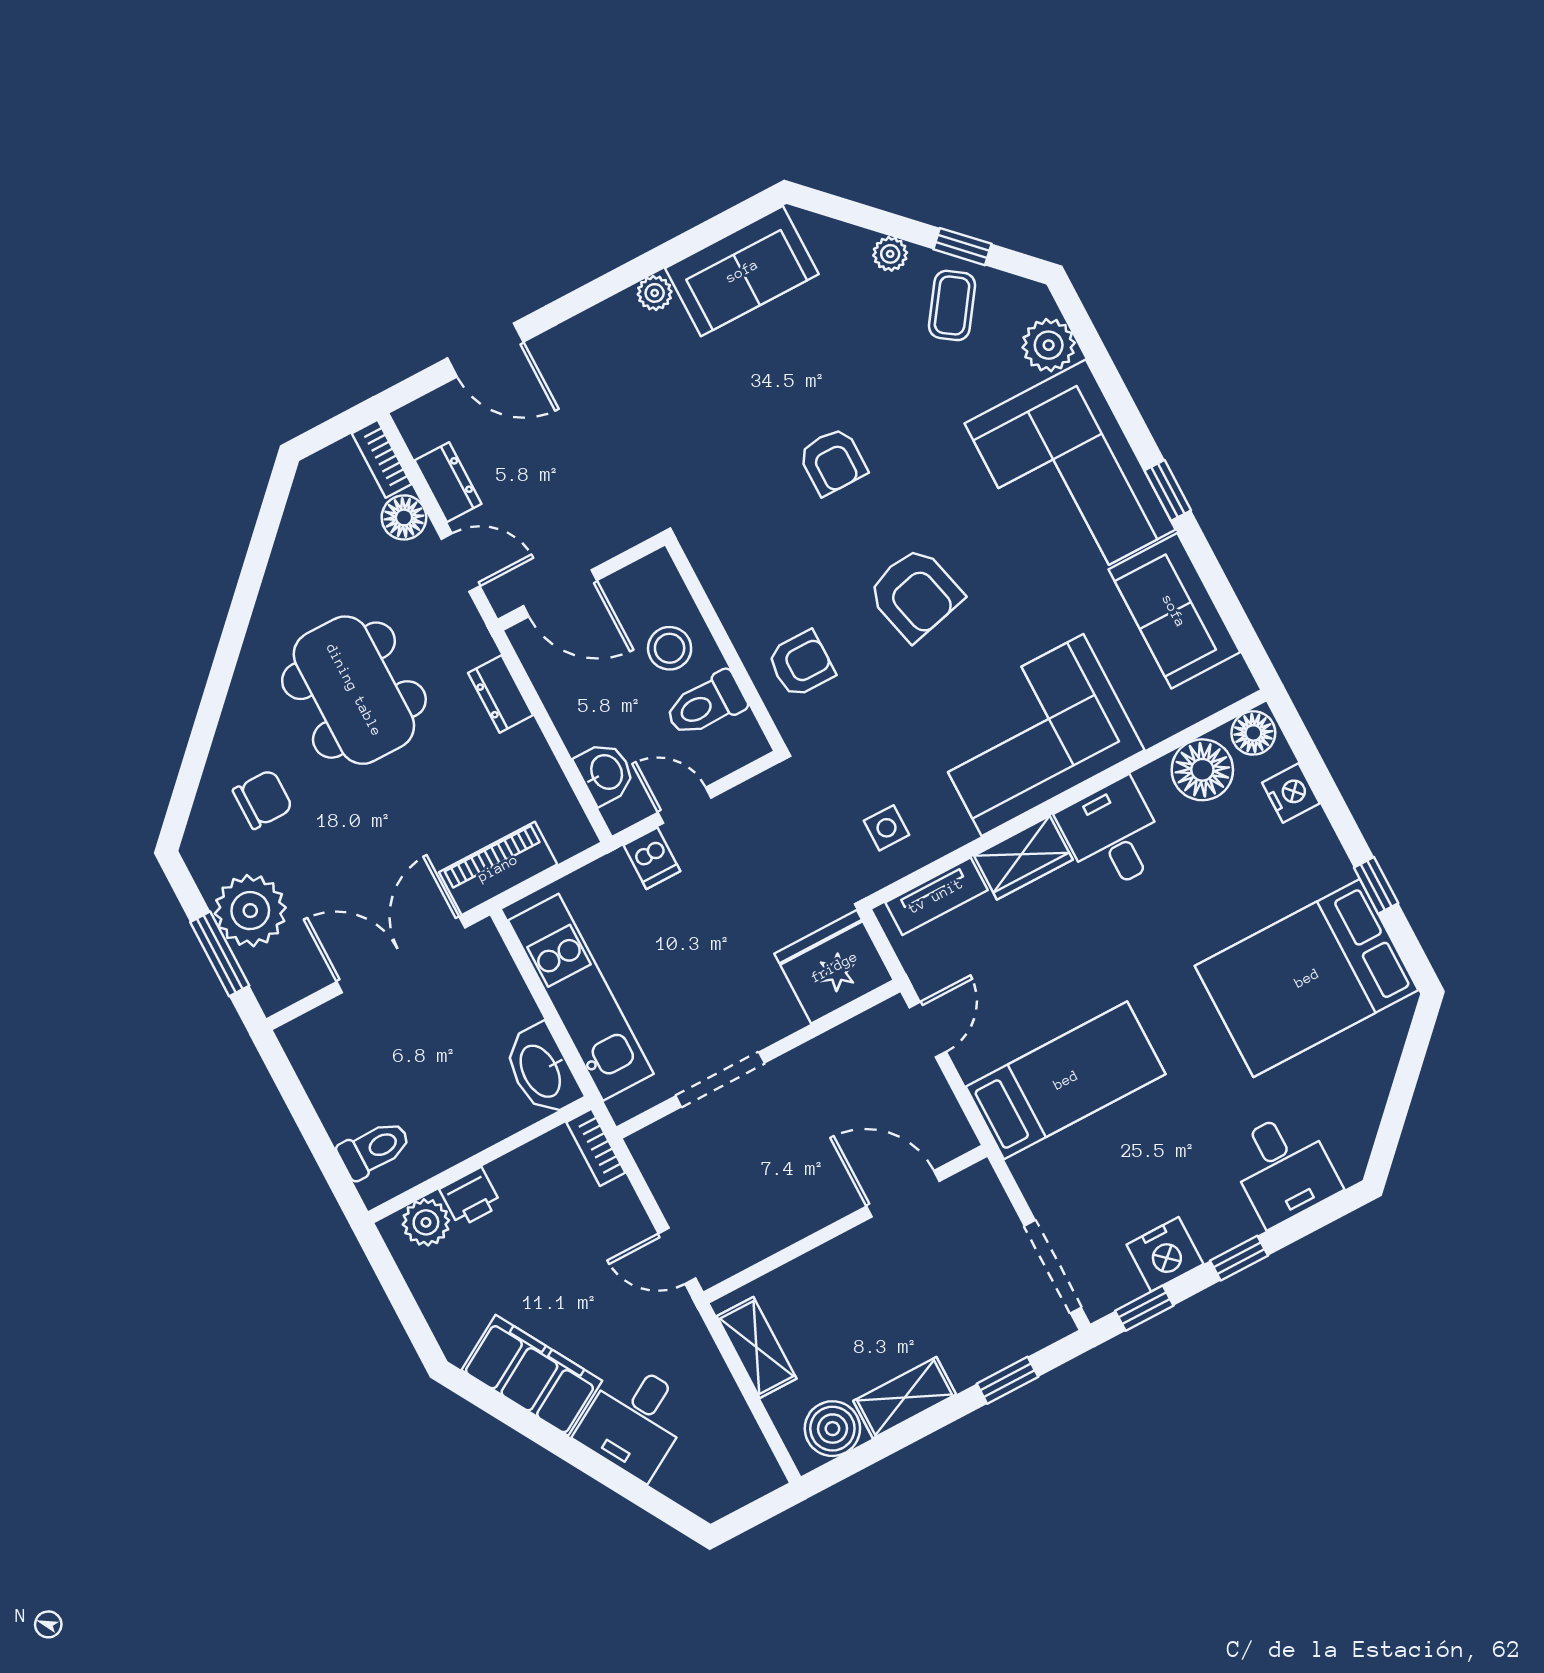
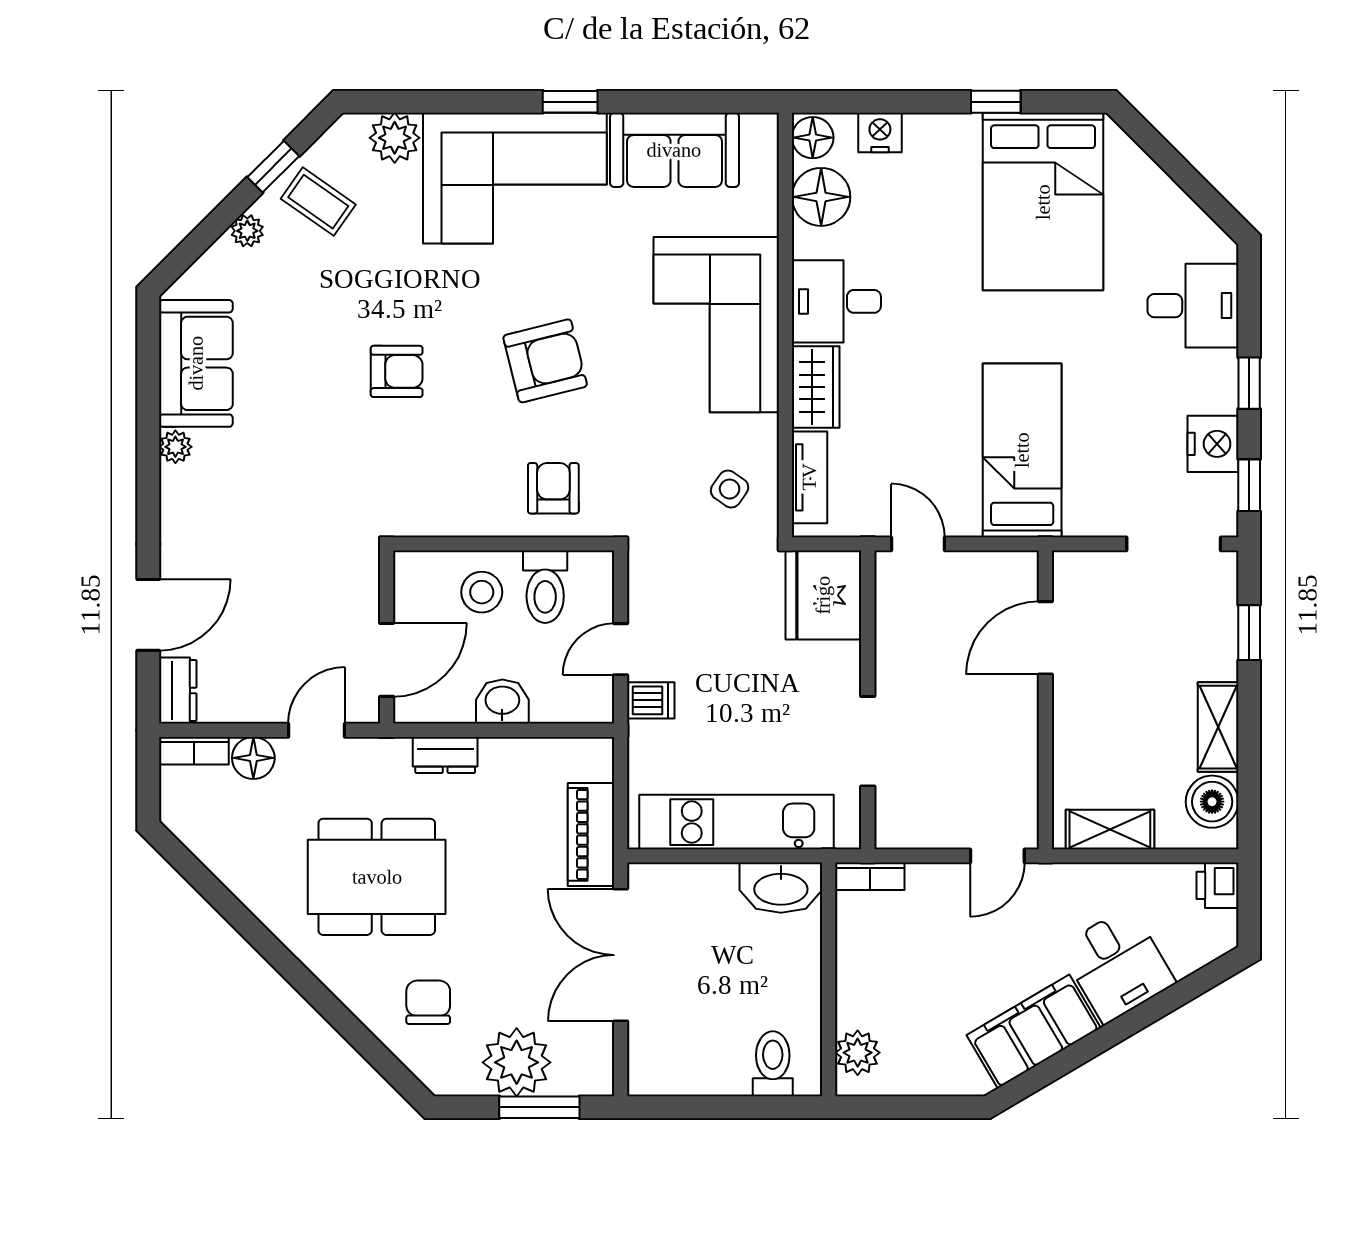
dresser: (448, 482) -> (178, 691), moved, turned 90
washbasin: (605, 773) -> (502, 702), moved
side table: (887, 828) -> (730, 489), turned 35
printer: (470, 1197) -> (1217, 885), moved, turned 180

